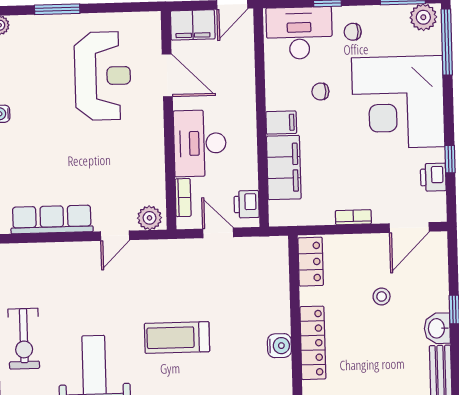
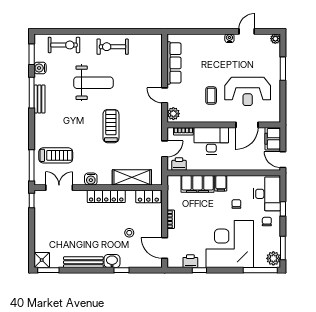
coffee table: (113, 146) -> (211, 96), added
shelving: (275, 294) -> (132, 177), added
water cooler: (279, 346) -> (91, 179), moved

